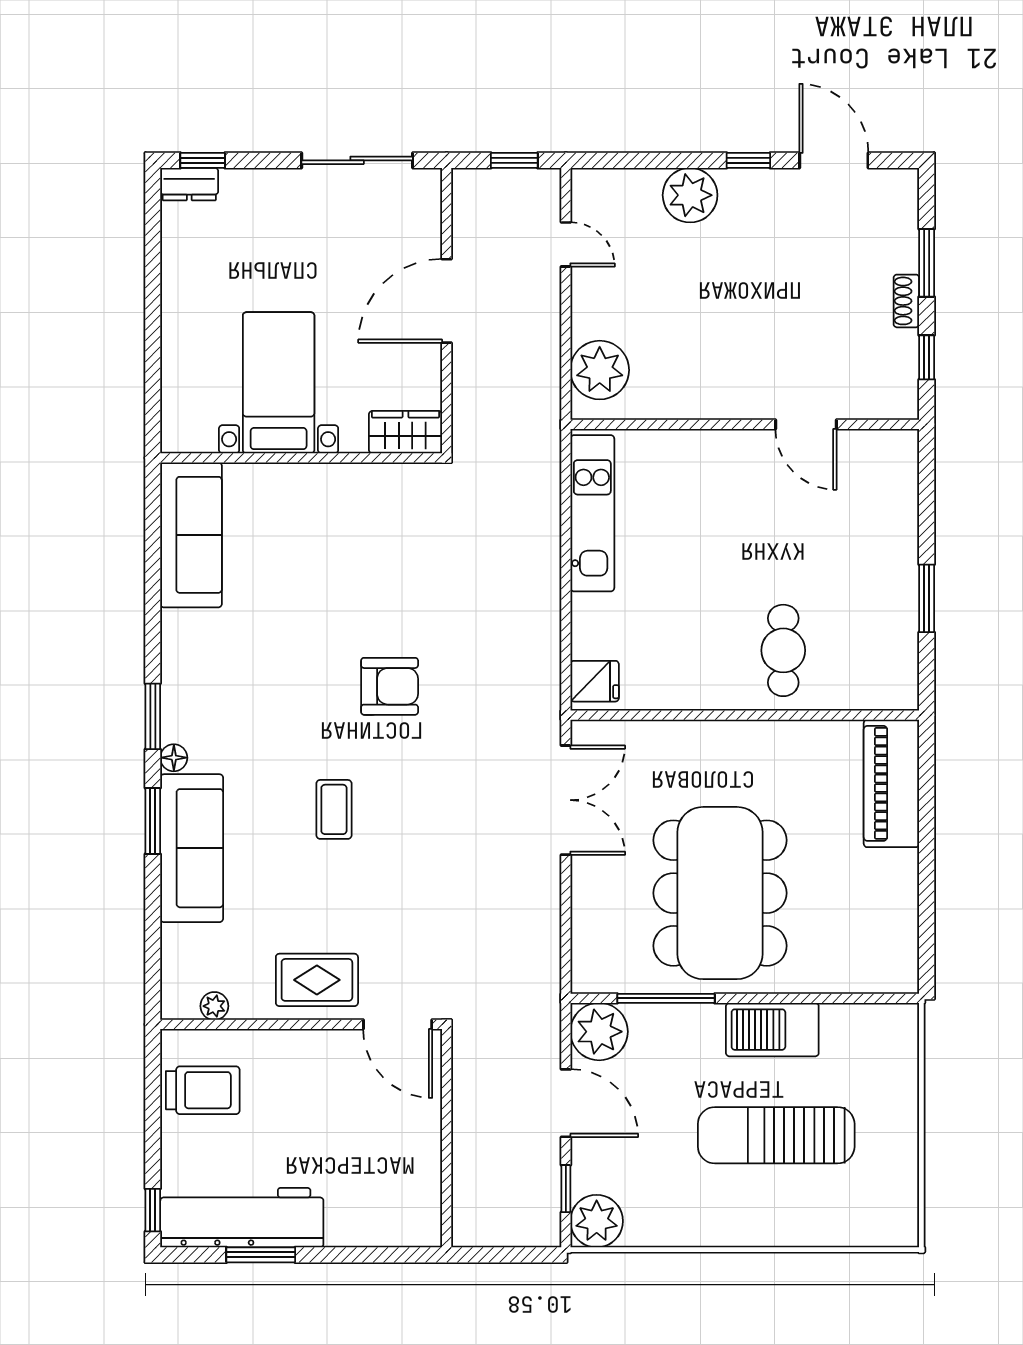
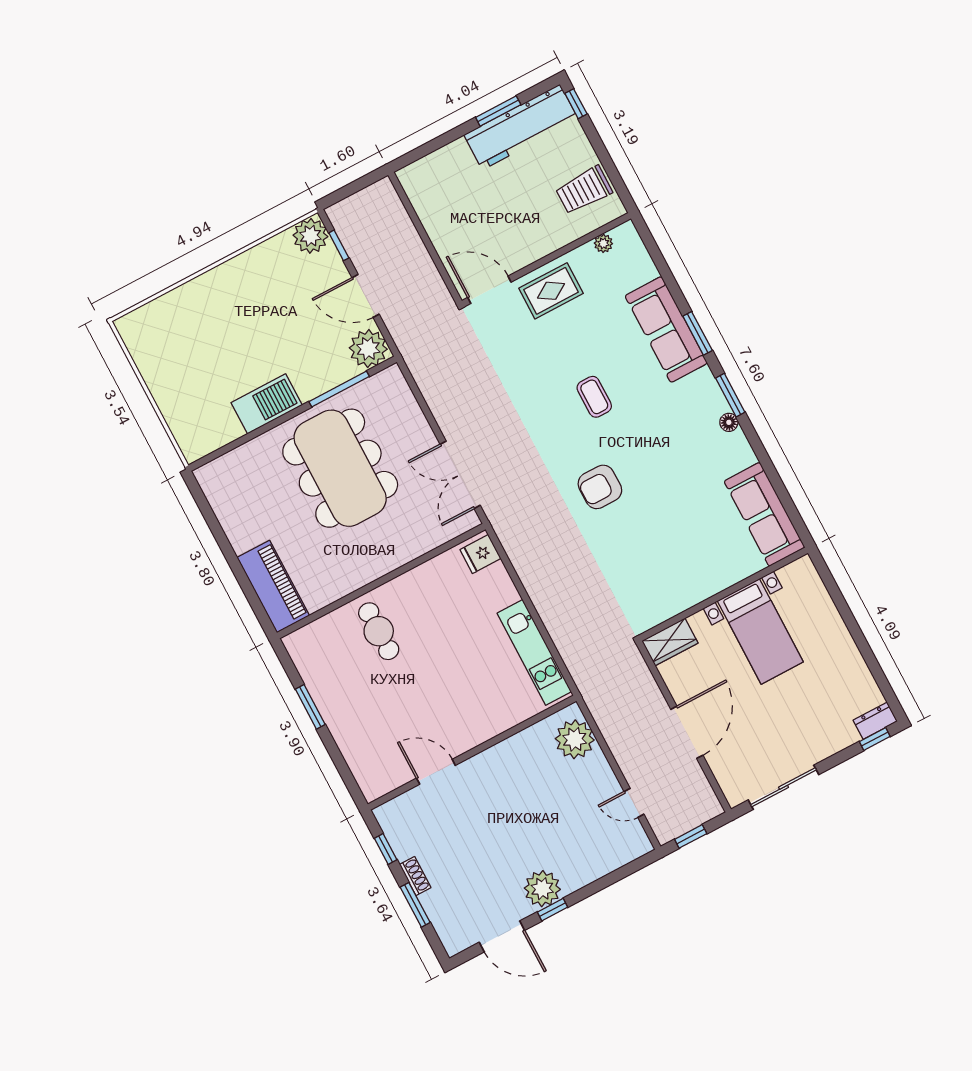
plant: (690, 195) -> (542, 889), moved
floor lamp: (174, 758) -> (729, 422), moved
sun lounger: (776, 1135) -> (231, 343), removed

